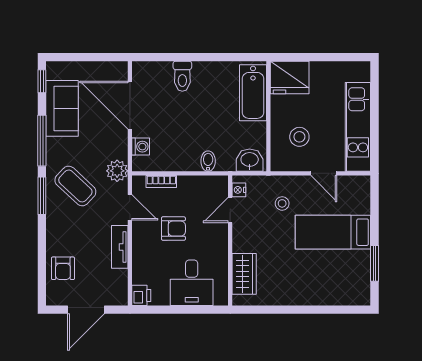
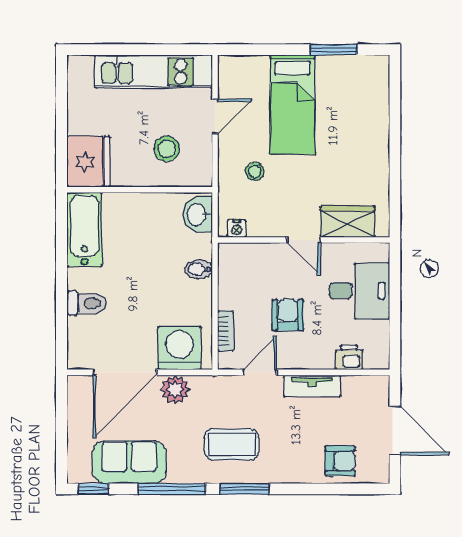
bathtub: (253, 93) -> (84, 230), moved, turned -90
washing machine: (141, 147) -> (180, 348), width x1.89, depth x1.89
plant: (117, 171) -> (175, 389), moved
coffee table: (75, 186) -> (232, 444), turned 47
door: (230, 210) -> (304, 240), moved
printer: (141, 295) -> (349, 357), moved

